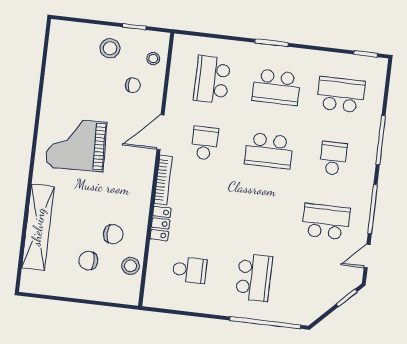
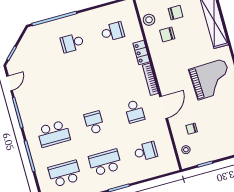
stool: (110, 48) -> (214, 145), removed
school desk: (212, 80) -> (146, 151), width x0.54
school desk: (341, 95) -> (65, 174), turned 180
school desk: (269, 151) -> (94, 123), width x0.54
school desk: (333, 158) -> (54, 134), width x1.85
school desk: (326, 222) -> (43, 94), removed
school desk: (190, 270) -> (113, 32), turned 180
school desk: (254, 278) -> (72, 43), width x0.54

